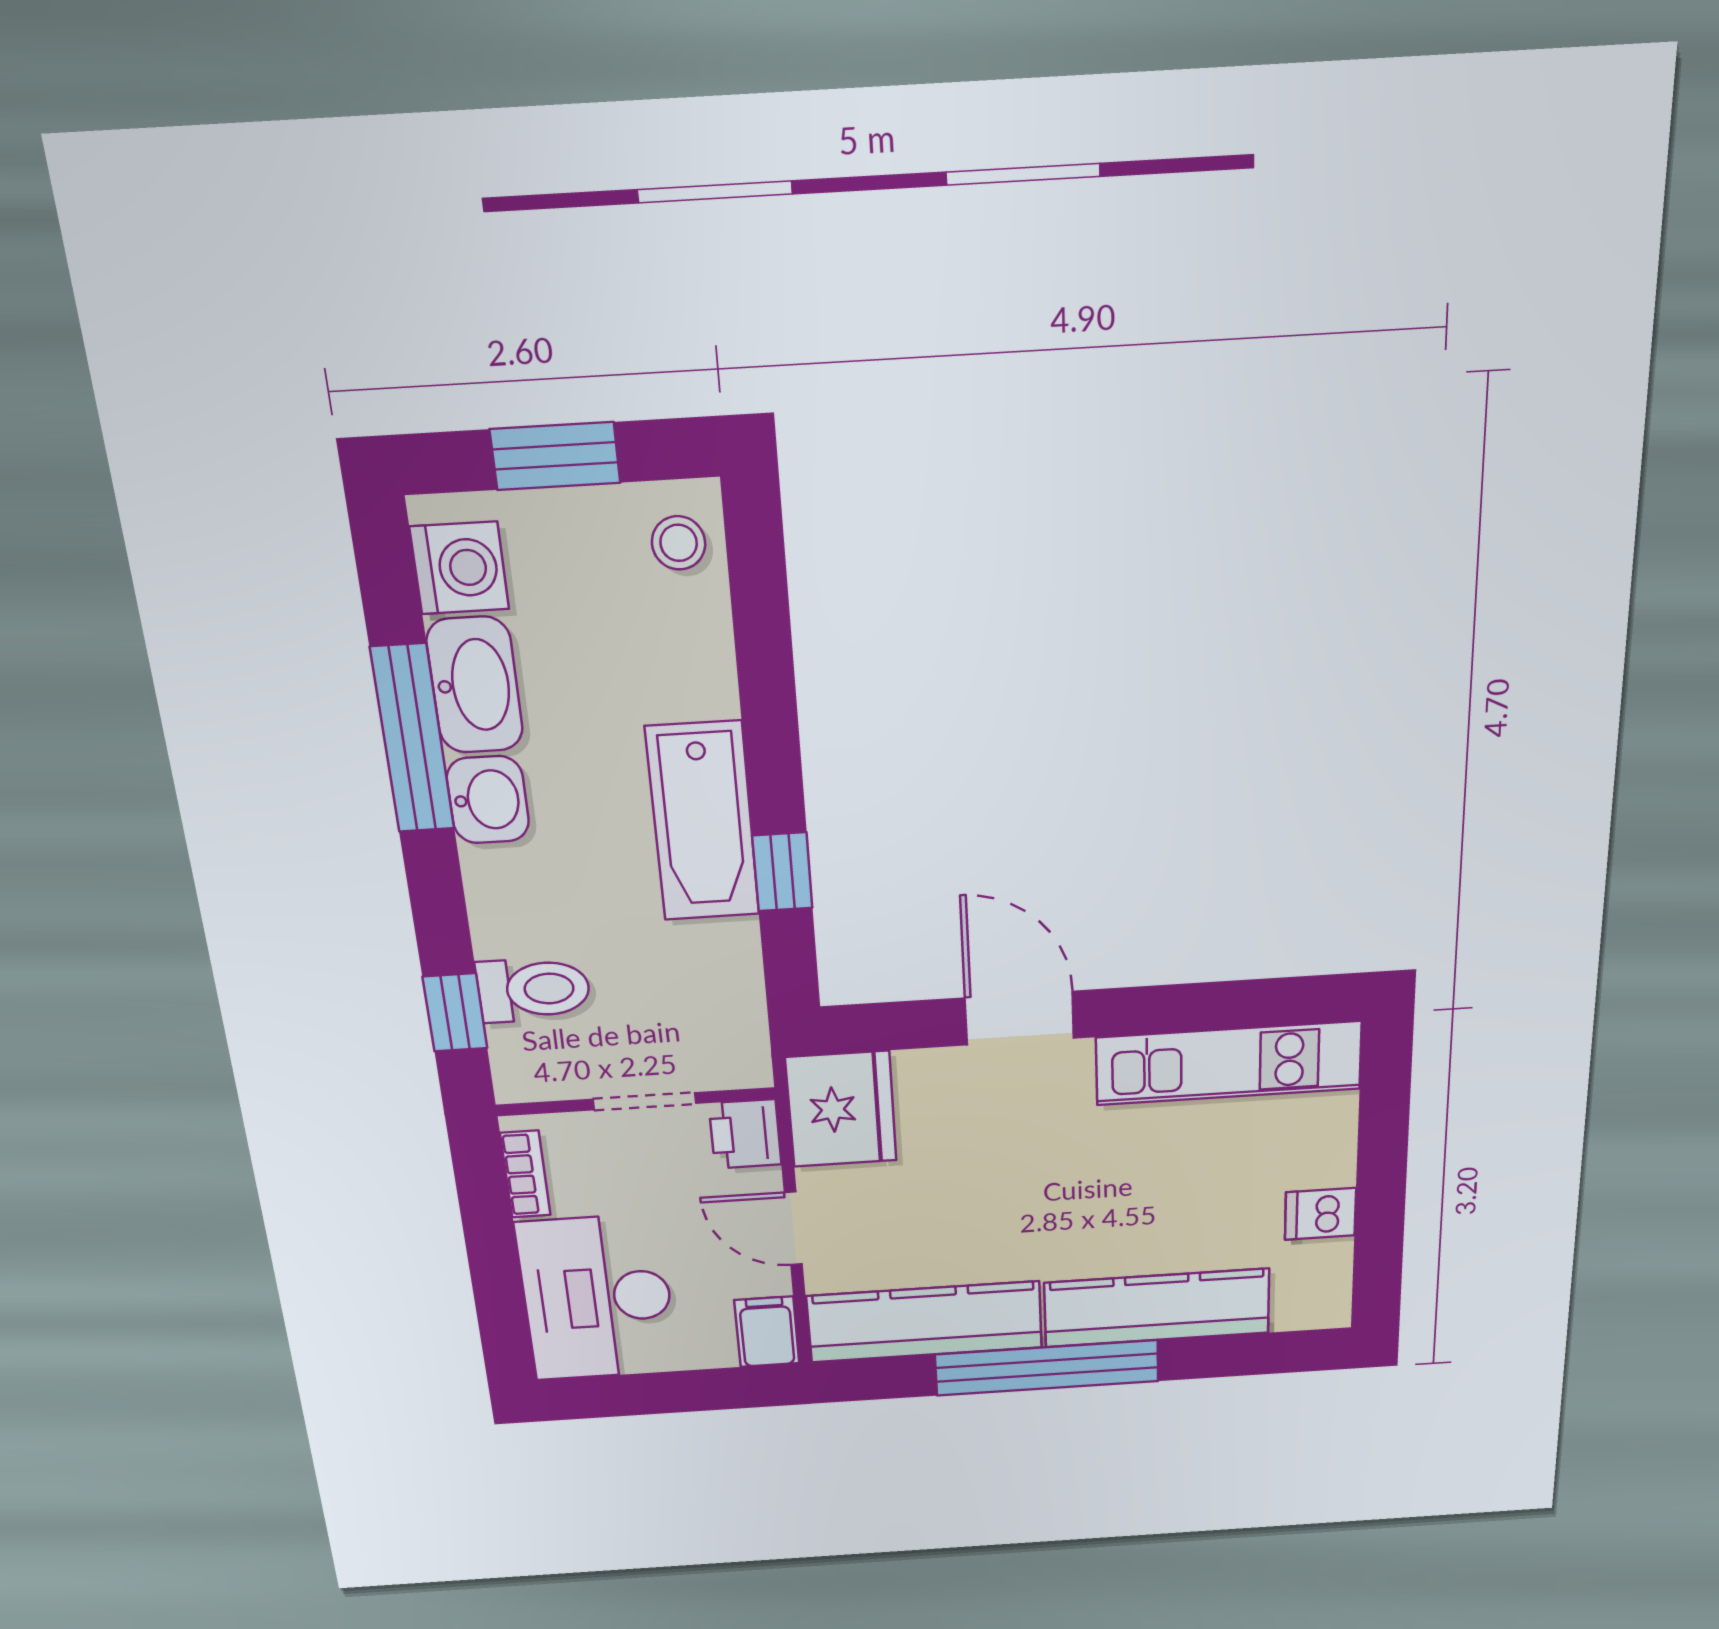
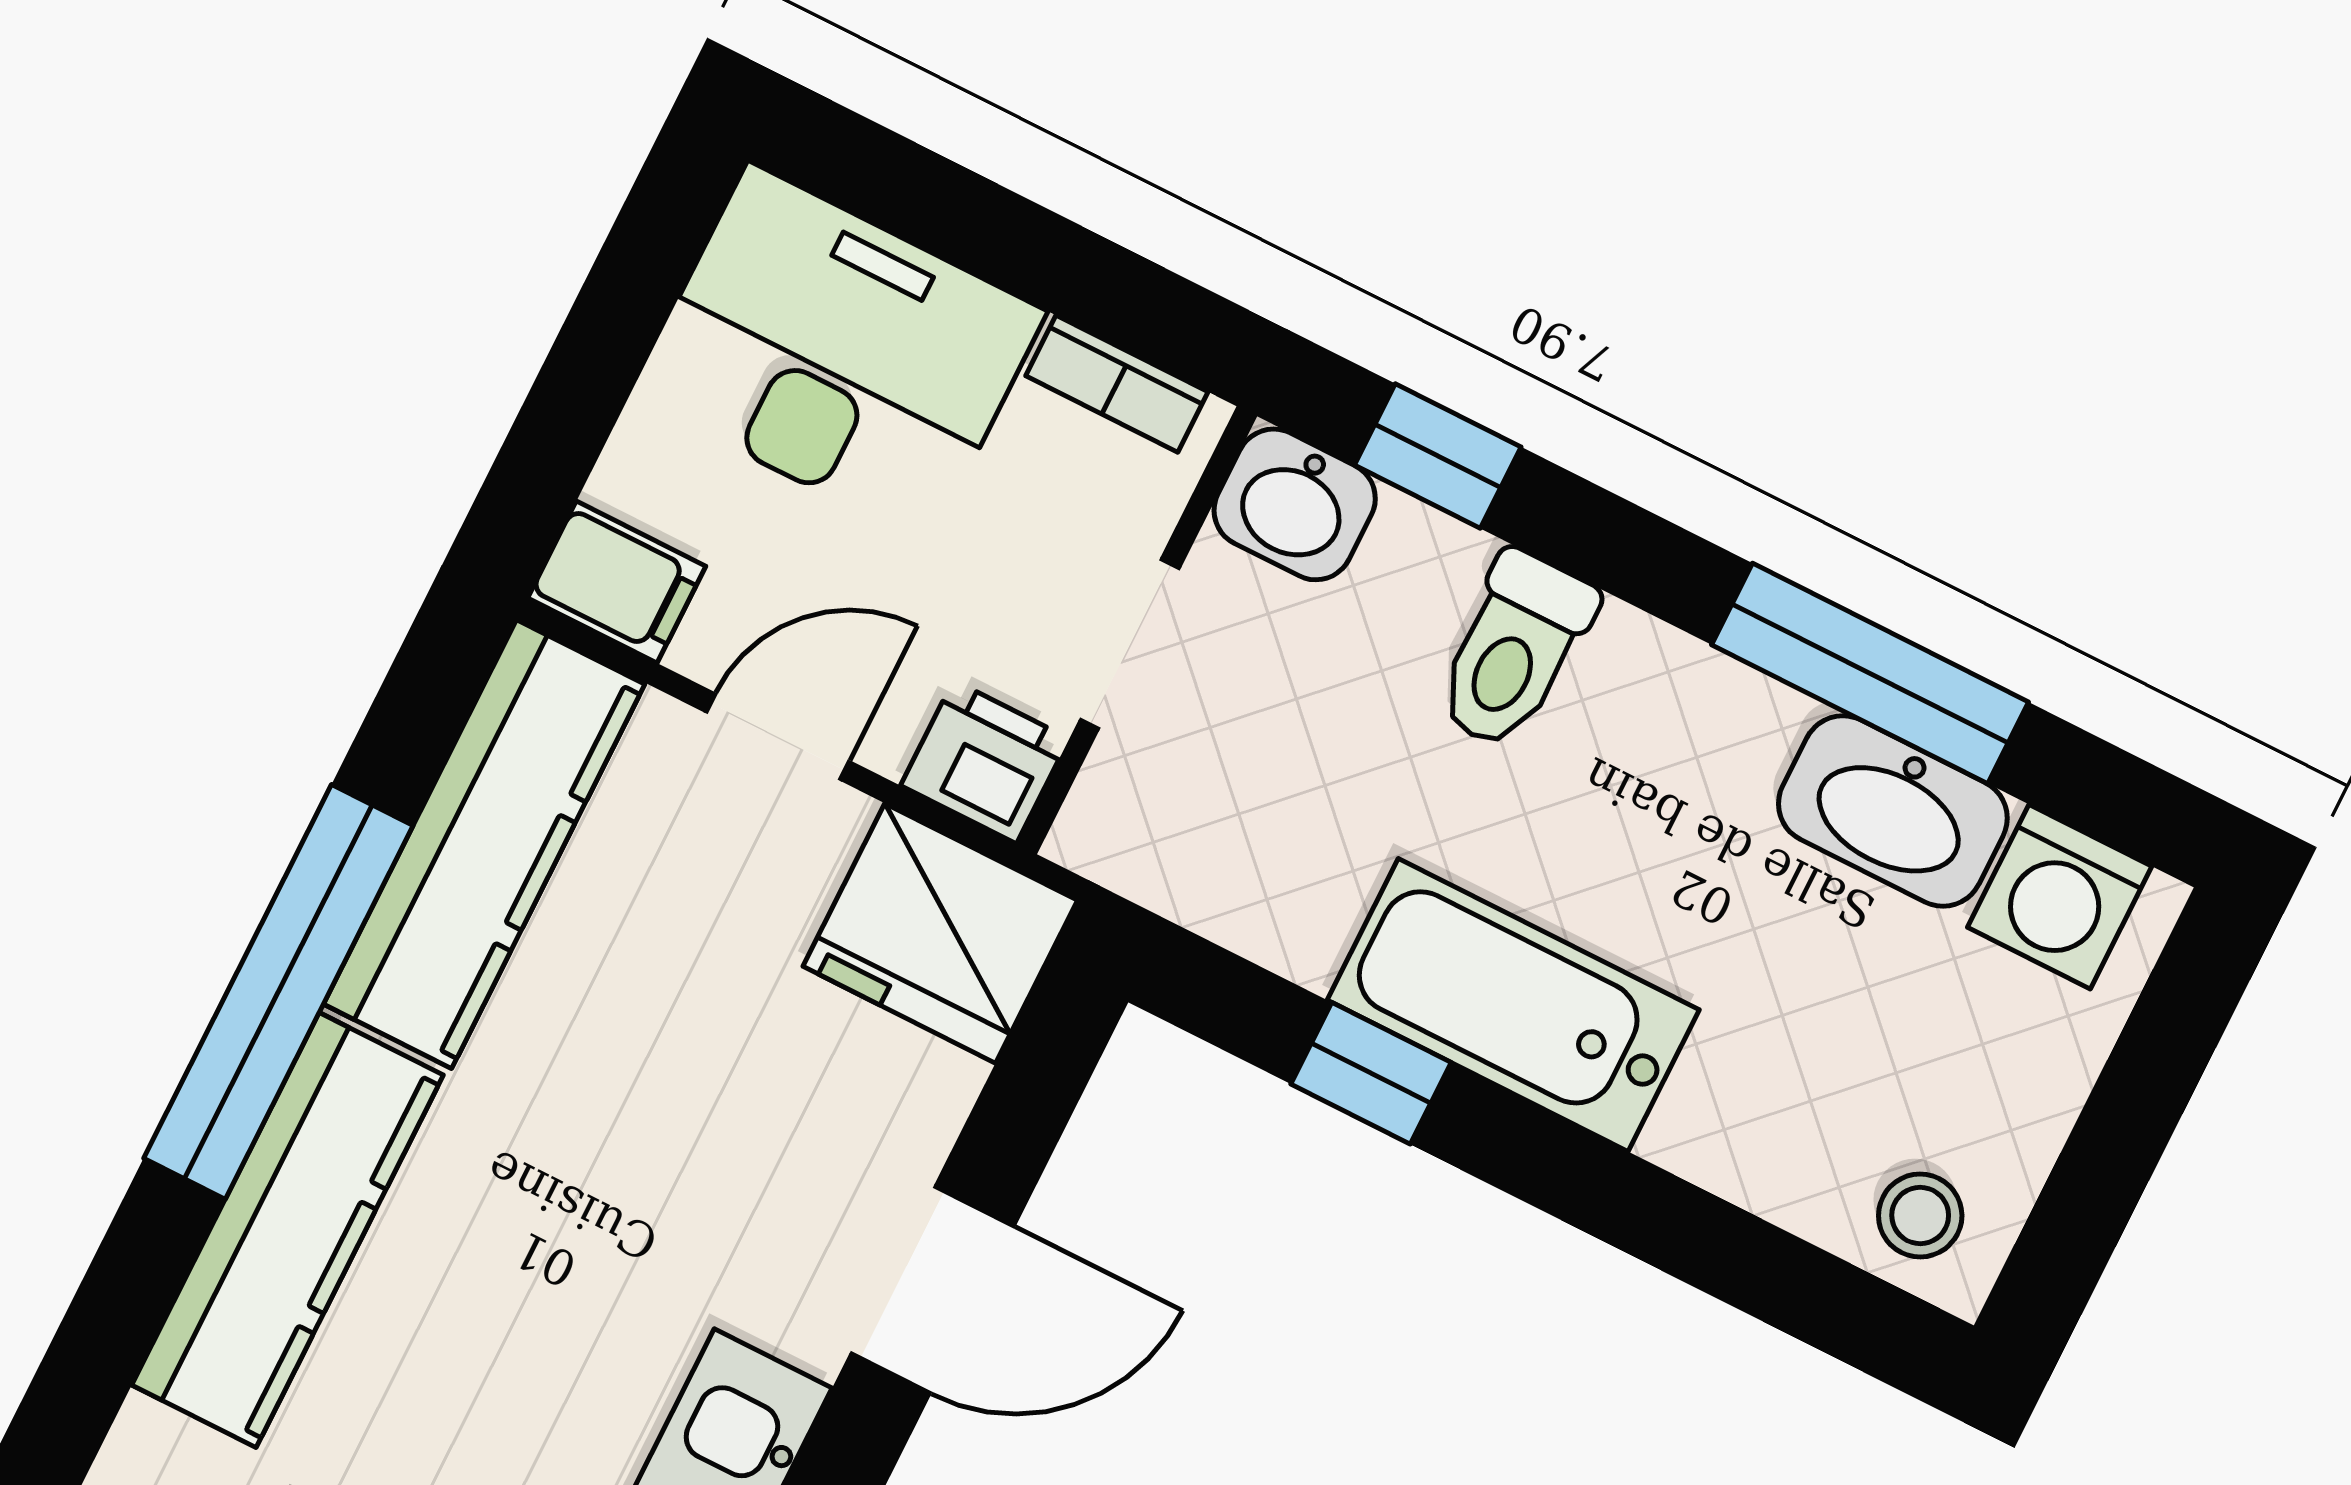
window: (555, 456) -> (2127, 1122), removed
washbasin: (488, 800) -> (1295, 504), moved
toilet: (534, 989) -> (1514, 651), moved

